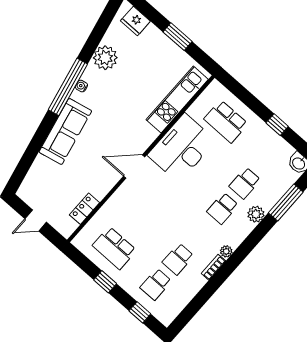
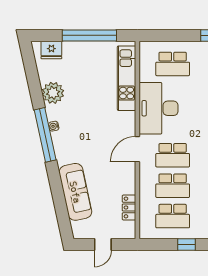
window: (178, 37) -> (89, 35), width x2.11
sofa: (65, 131) -> (75, 192), moved
school desk: (159, 197) -> (173, 155), added
school desk: (137, 223) -> (173, 186), added

